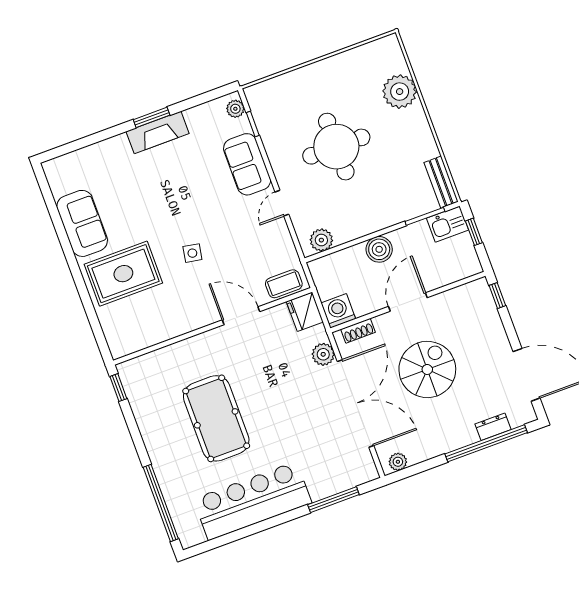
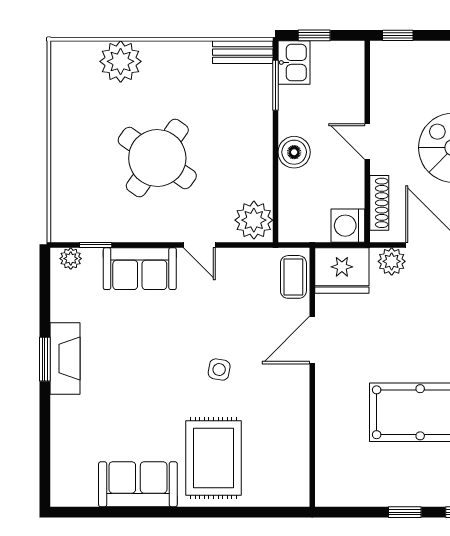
round table: (336, 147) -> (157, 158), turned 35
plant: (321, 240) -> (254, 220), width x1.36, depth x1.36
door: (408, 302) -> (367, 141), width x0.73
fridge: (305, 312) -> (342, 270), width x1.36, depth x1.34
shoe rack: (358, 331) -> (379, 203), width x1.43
window: (118, 388) -> (405, 512), moved

